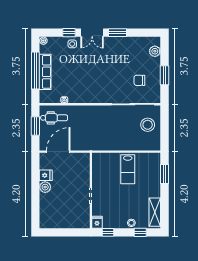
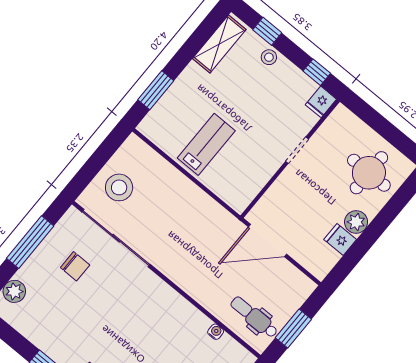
window: (164, 75) -> (30, 242), width x1.44
door: (58, 152) -> (268, 241), moved
round table: (56, 210) -> (369, 173), added

